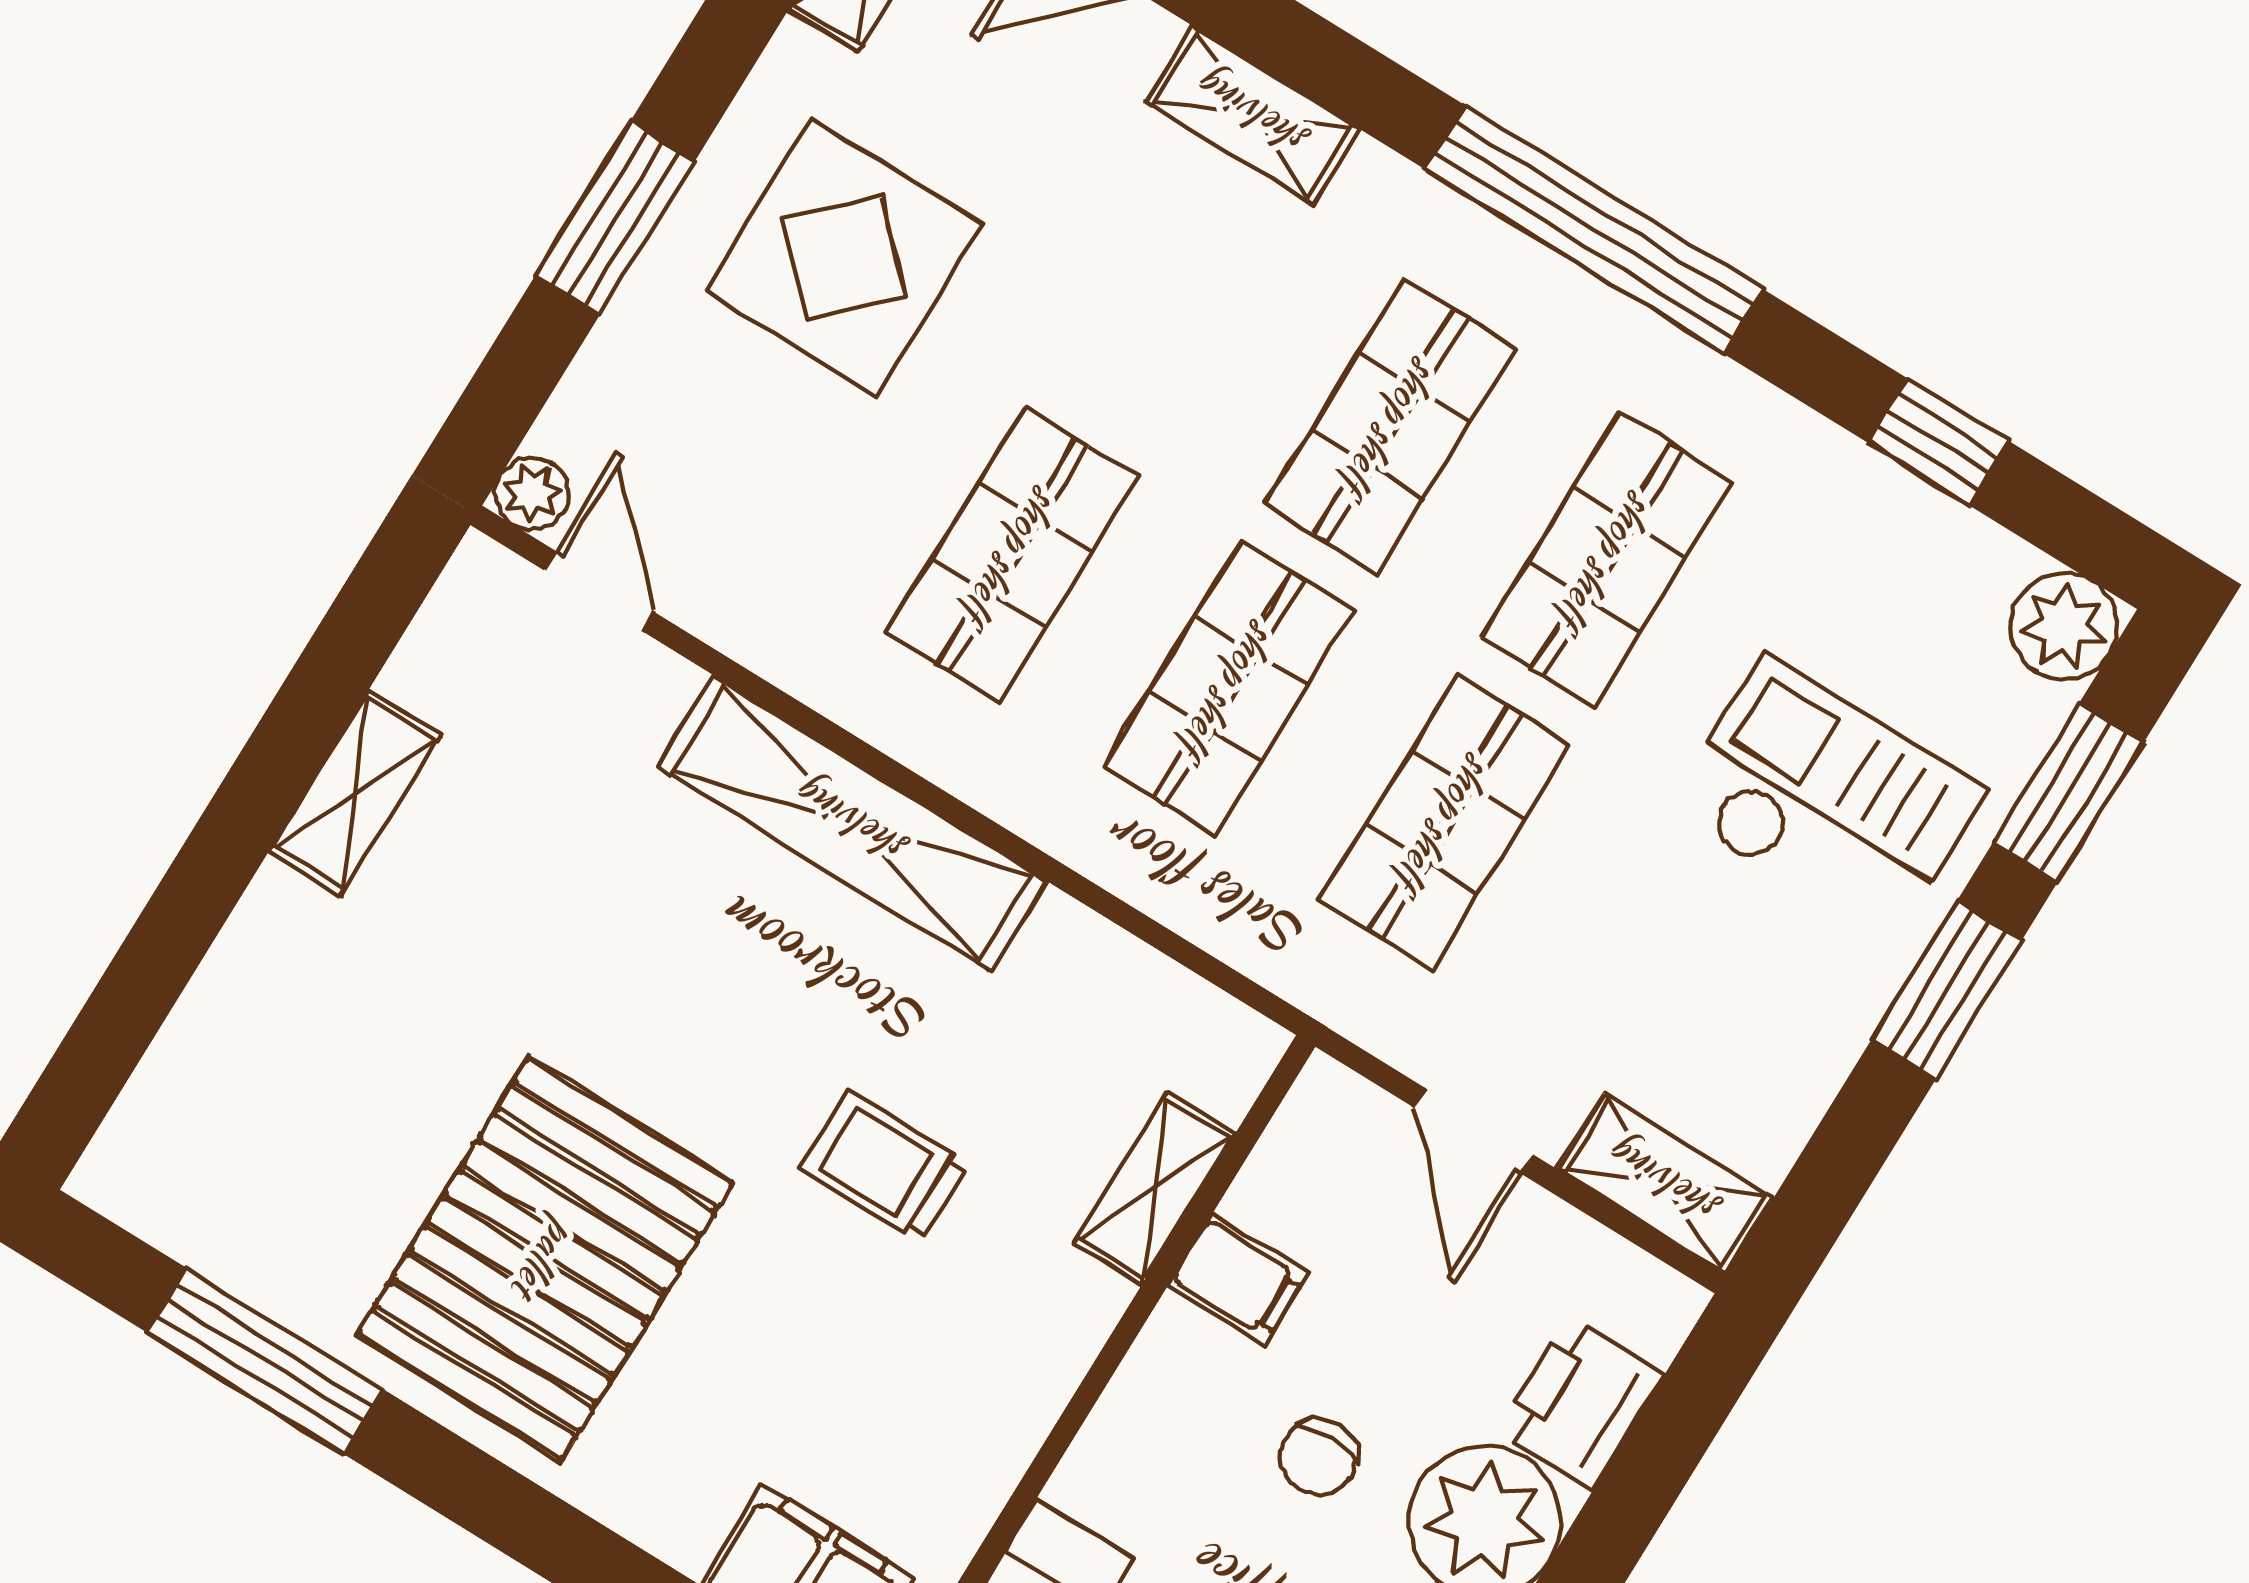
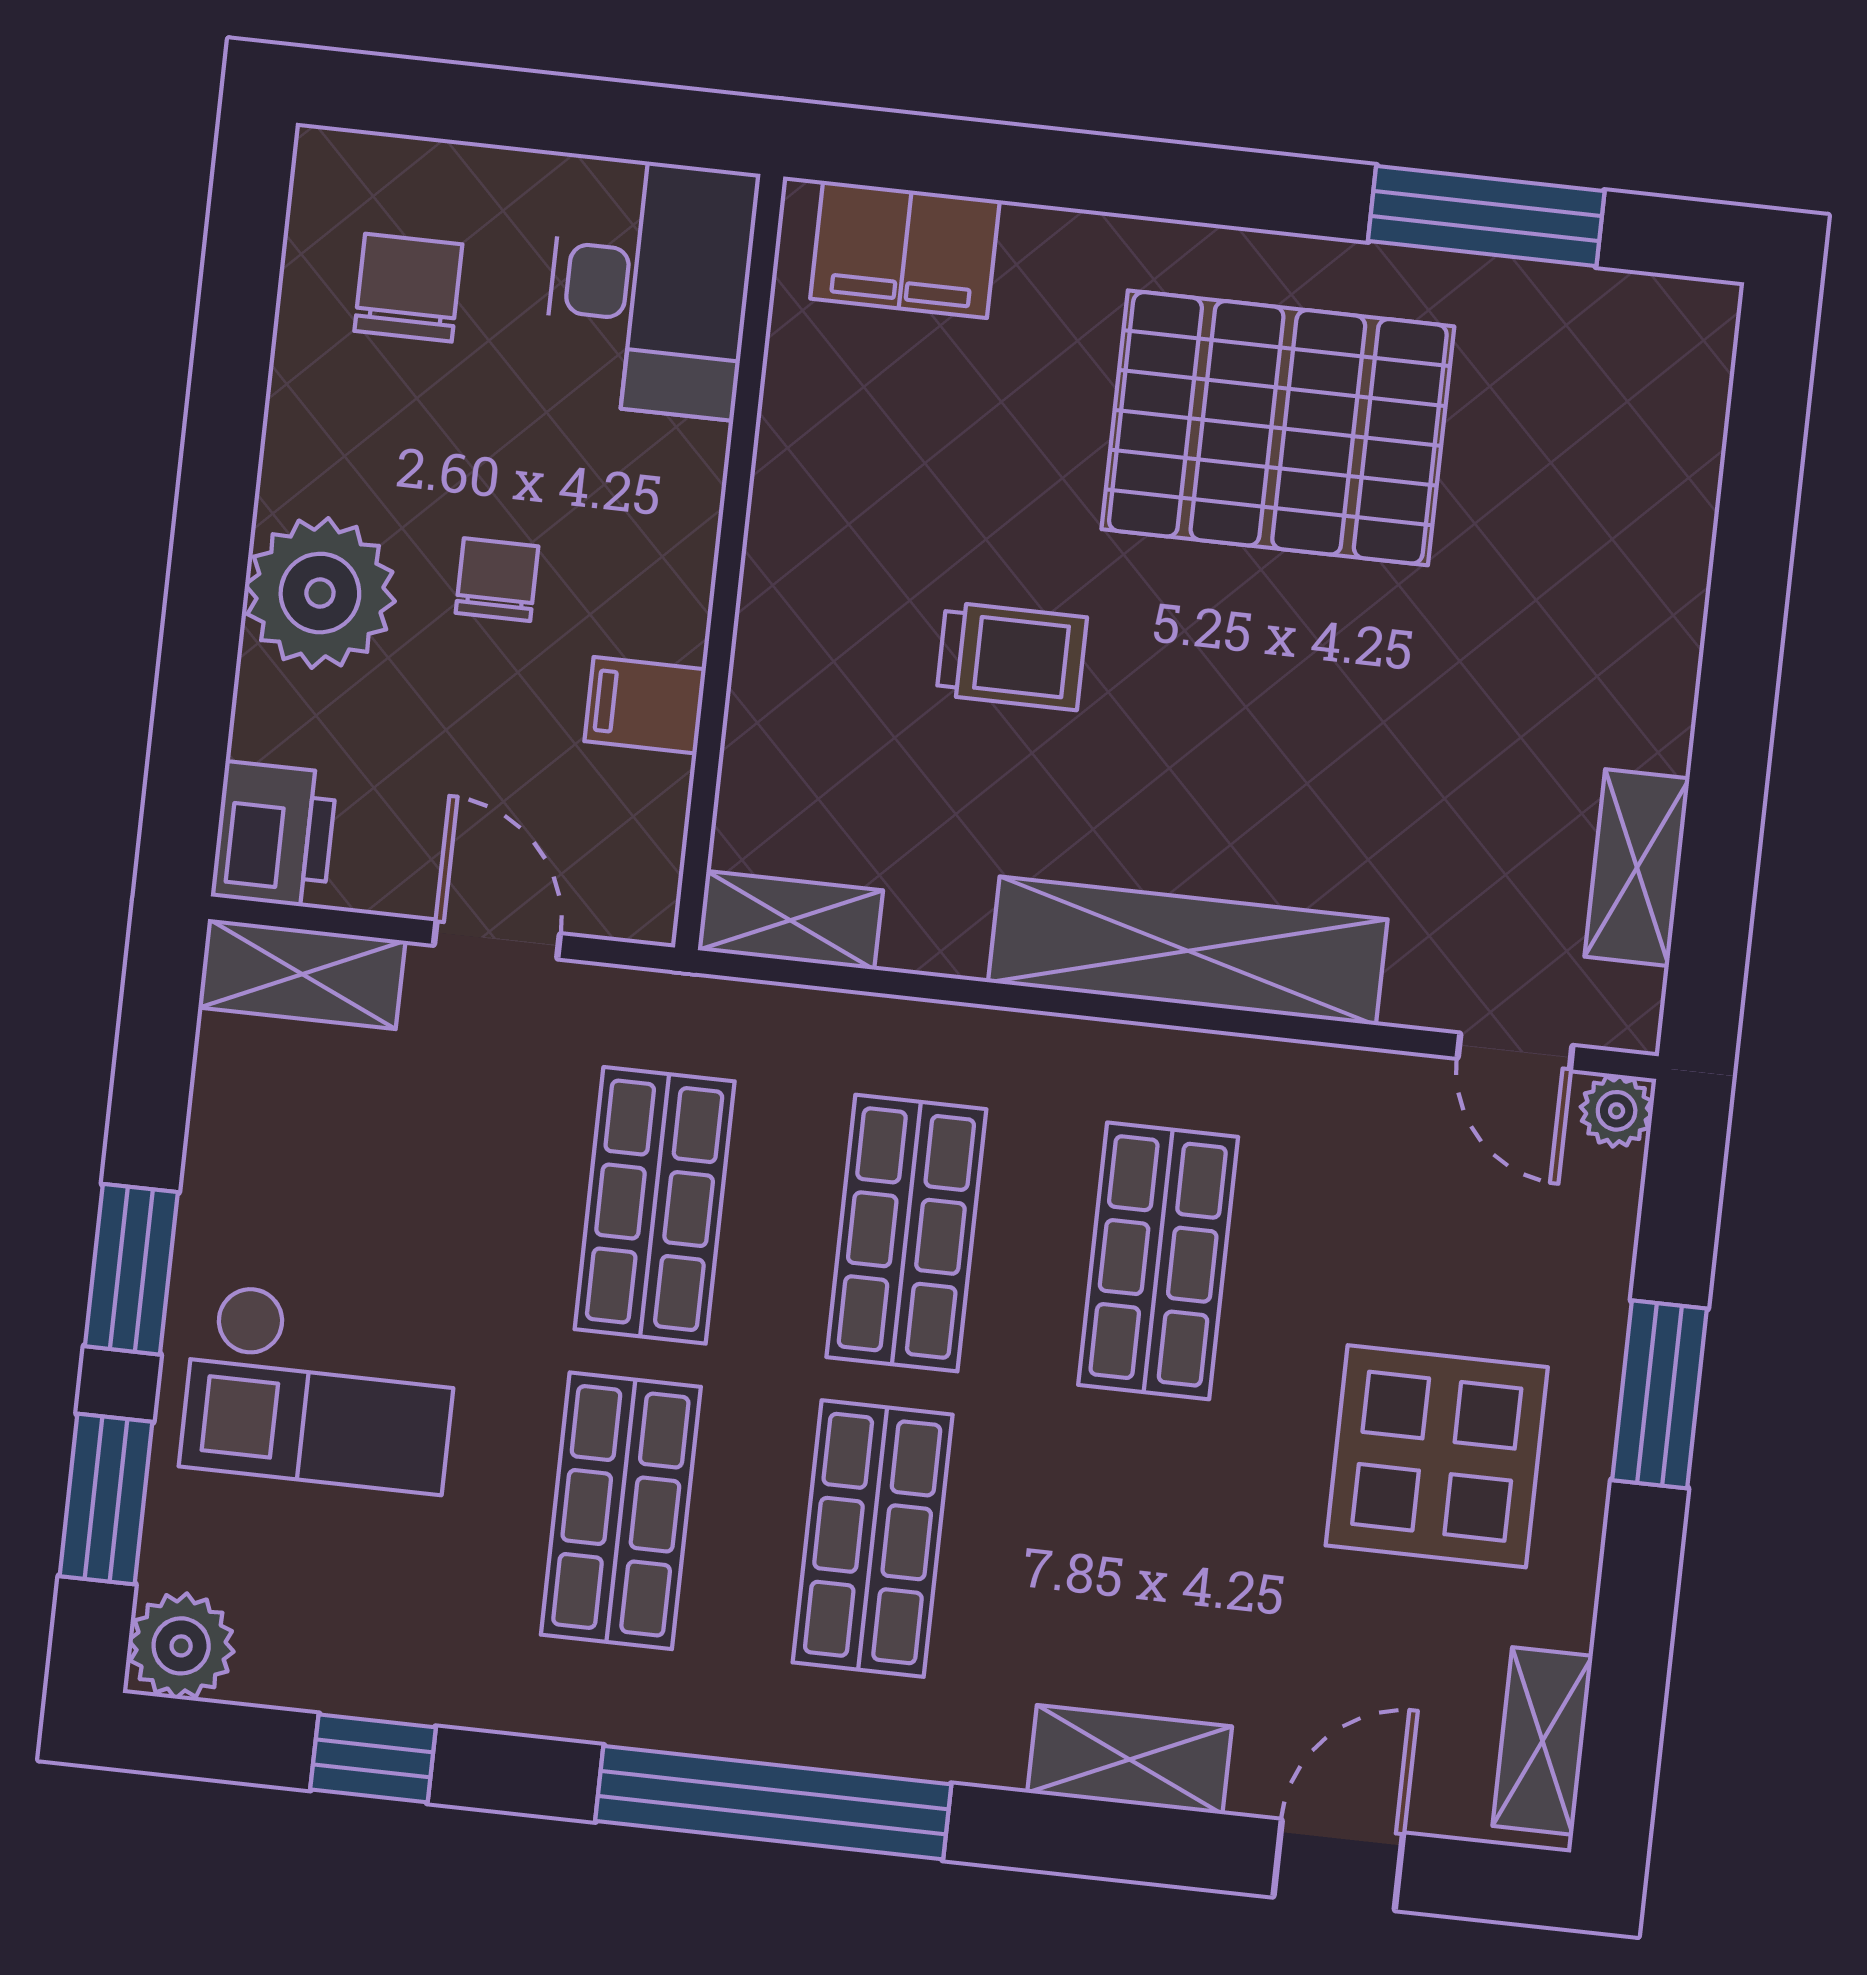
shelving: (355, 793) -> (1637, 868), moved
shelving: (1154, 1188) -> (790, 920), moved, turned 90
pallet: (545, 1259) -> (1278, 428), turned 90
printer: (1581, 1402) -> (274, 835), moved

